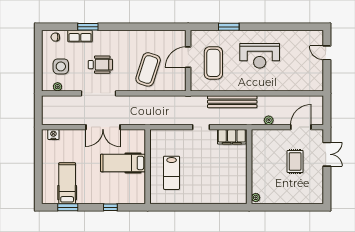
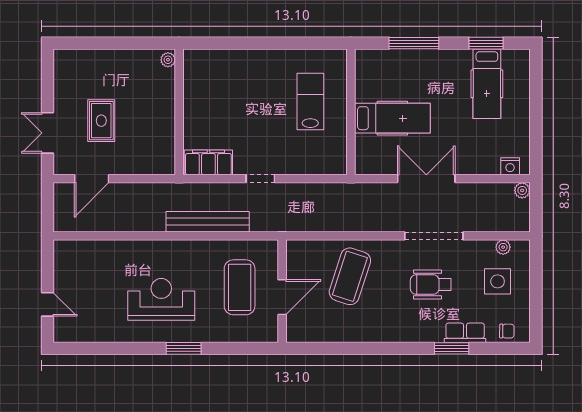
window: (229, 27) -> (184, 348), moved
plant: (269, 120) -> (522, 190), moved
window: (110, 207) -> (414, 43), width x2.17

